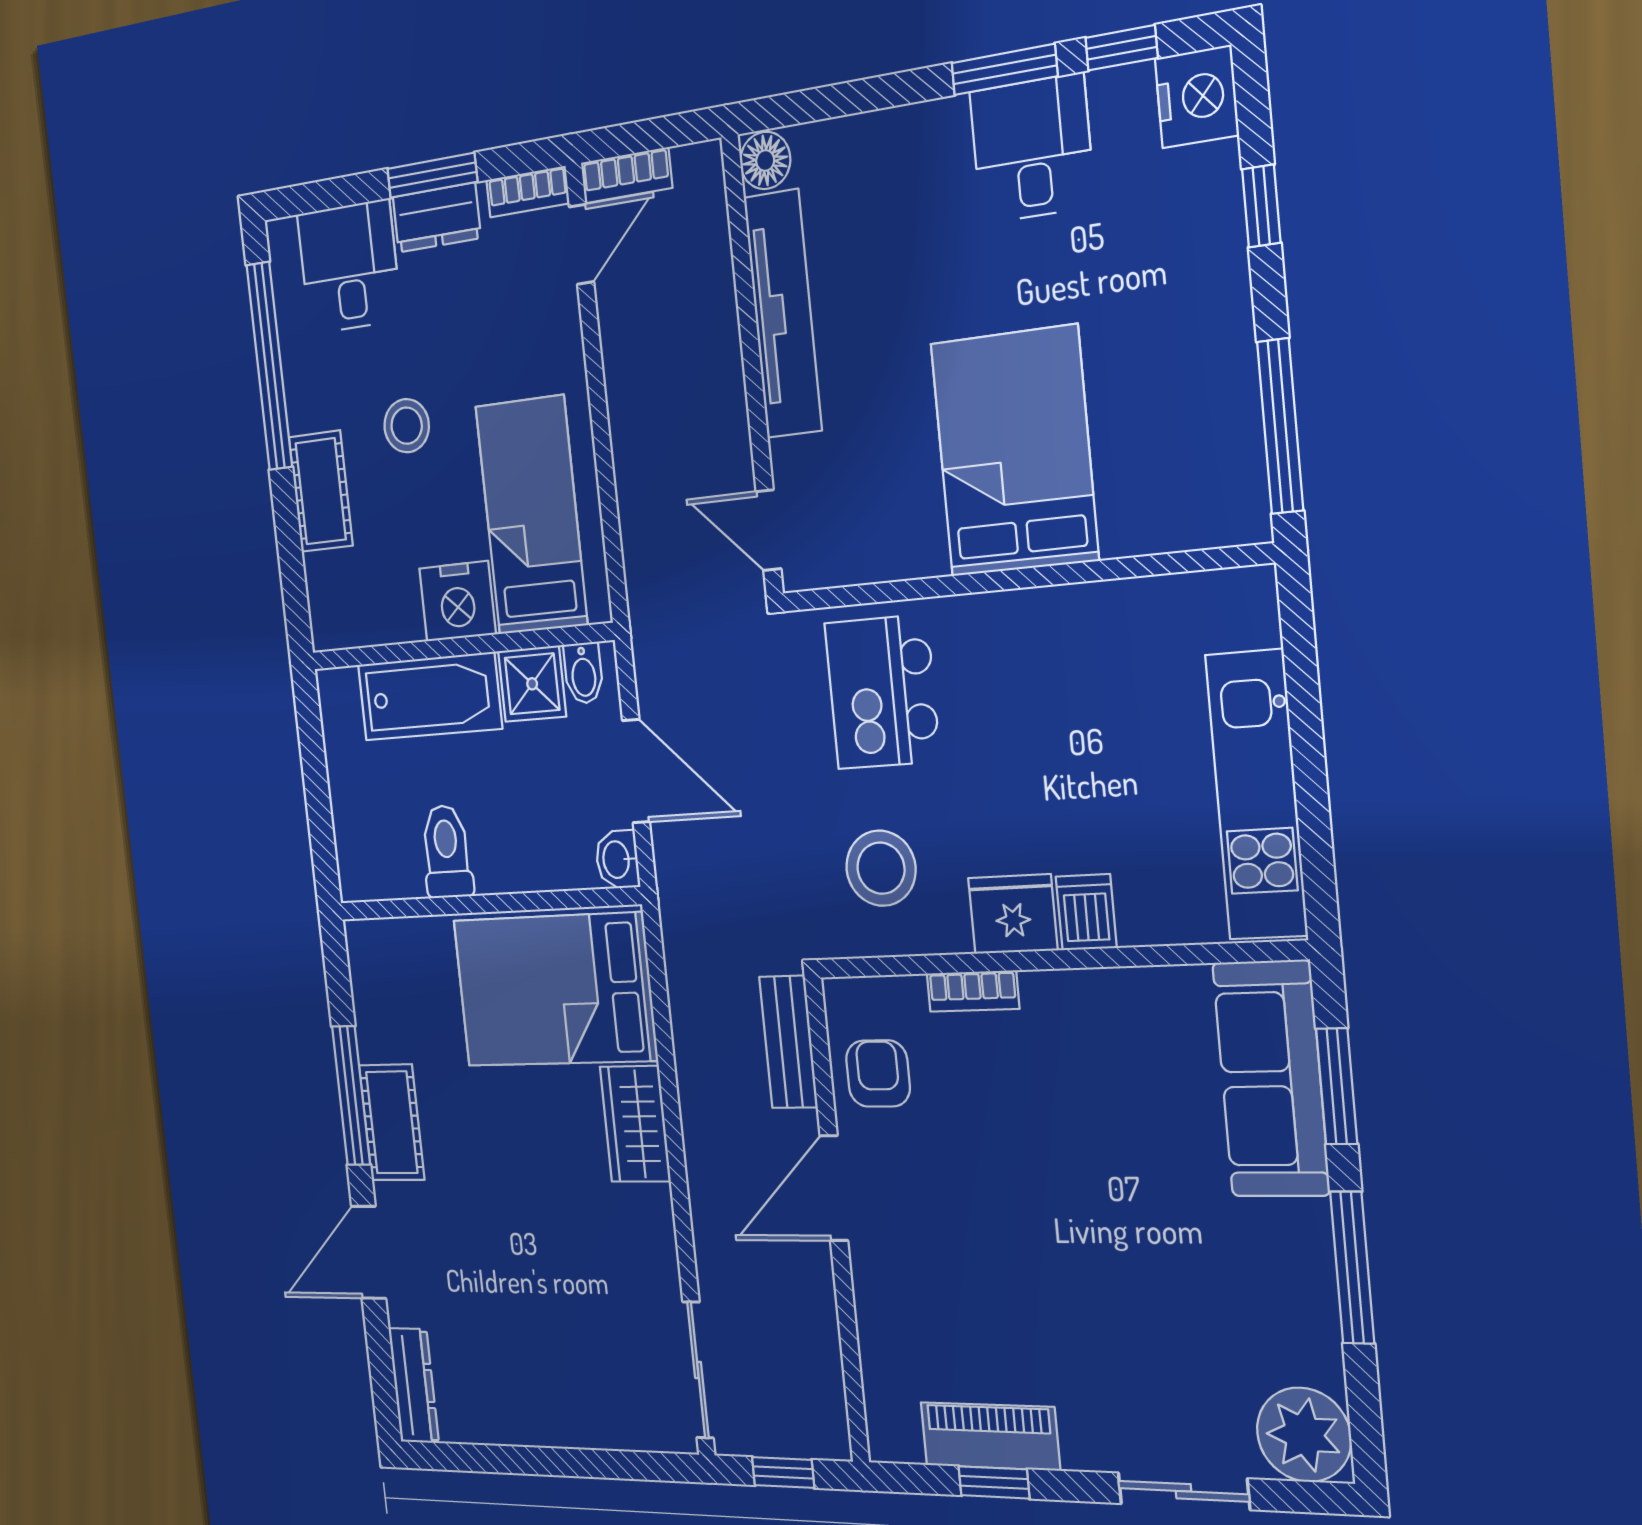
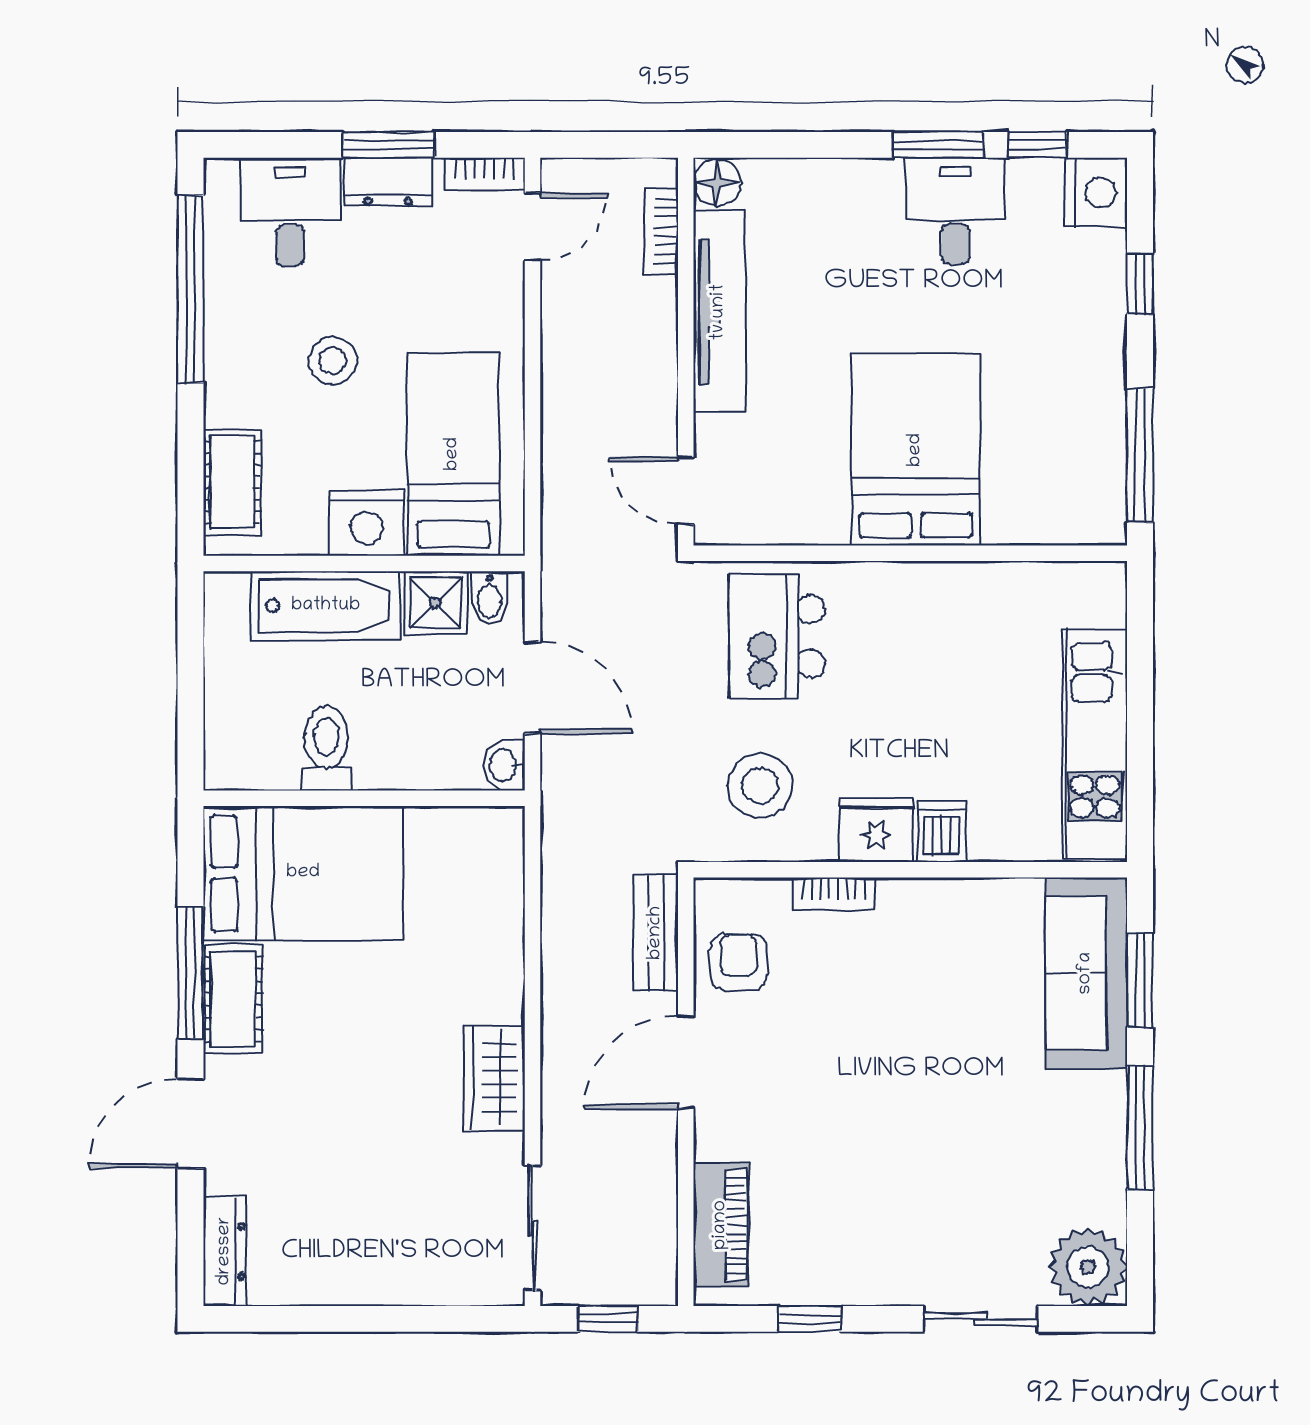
bookcase: (626, 175) -> (661, 231), moved, turned 90
cot: (321, 491) -> (232, 482), moved
bed: (555, 990) -> (303, 873), moved, turned 180
wardrobe: (635, 1124) -> (494, 1078), moved
piano: (990, 1436) -> (721, 1225), moved, turned 90

